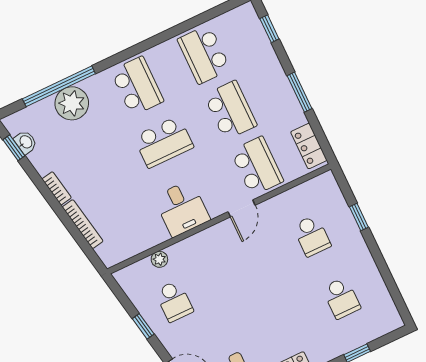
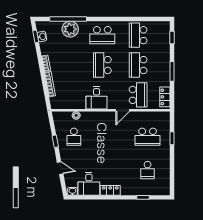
school desk: (137, 86) -> (102, 35), turned 90
school desk: (230, 110) -> (138, 65), turned 180
school desk: (164, 142) -> (102, 65), turned 90
school desk: (312, 236) -> (148, 137), width x1.85

